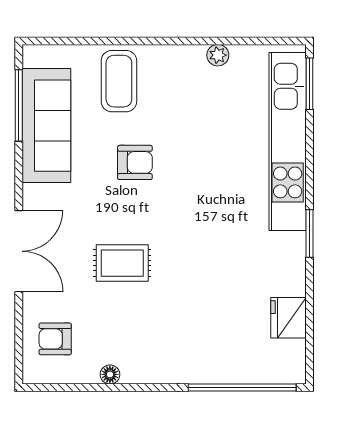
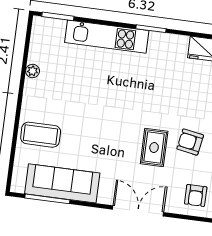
kitchen unit: (288, 141) -> (107, 37), width x0.73
armchair: (135, 162) -> (190, 142), moved, turned -80

